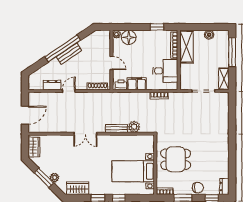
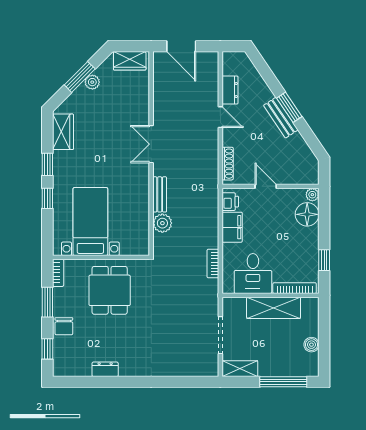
shelving: (186, 47) -> (274, 308), moved
window: (63, 48) -> (289, 107), width x0.47
door: (111, 63) -> (266, 186), swing flipped
plant: (54, 177) -> (92, 82), moved
dresser: (224, 187) -> (105, 369), moved

